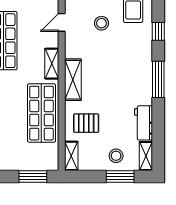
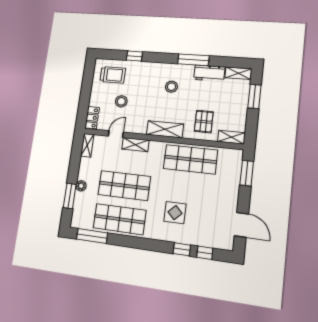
door: (62, 22) -> (116, 134), swing flipped
shelving: (52, 64) -> (135, 145), moved
window: (158, 79) -> (193, 60), moved
stool: (116, 156) -> (171, 87), moved

